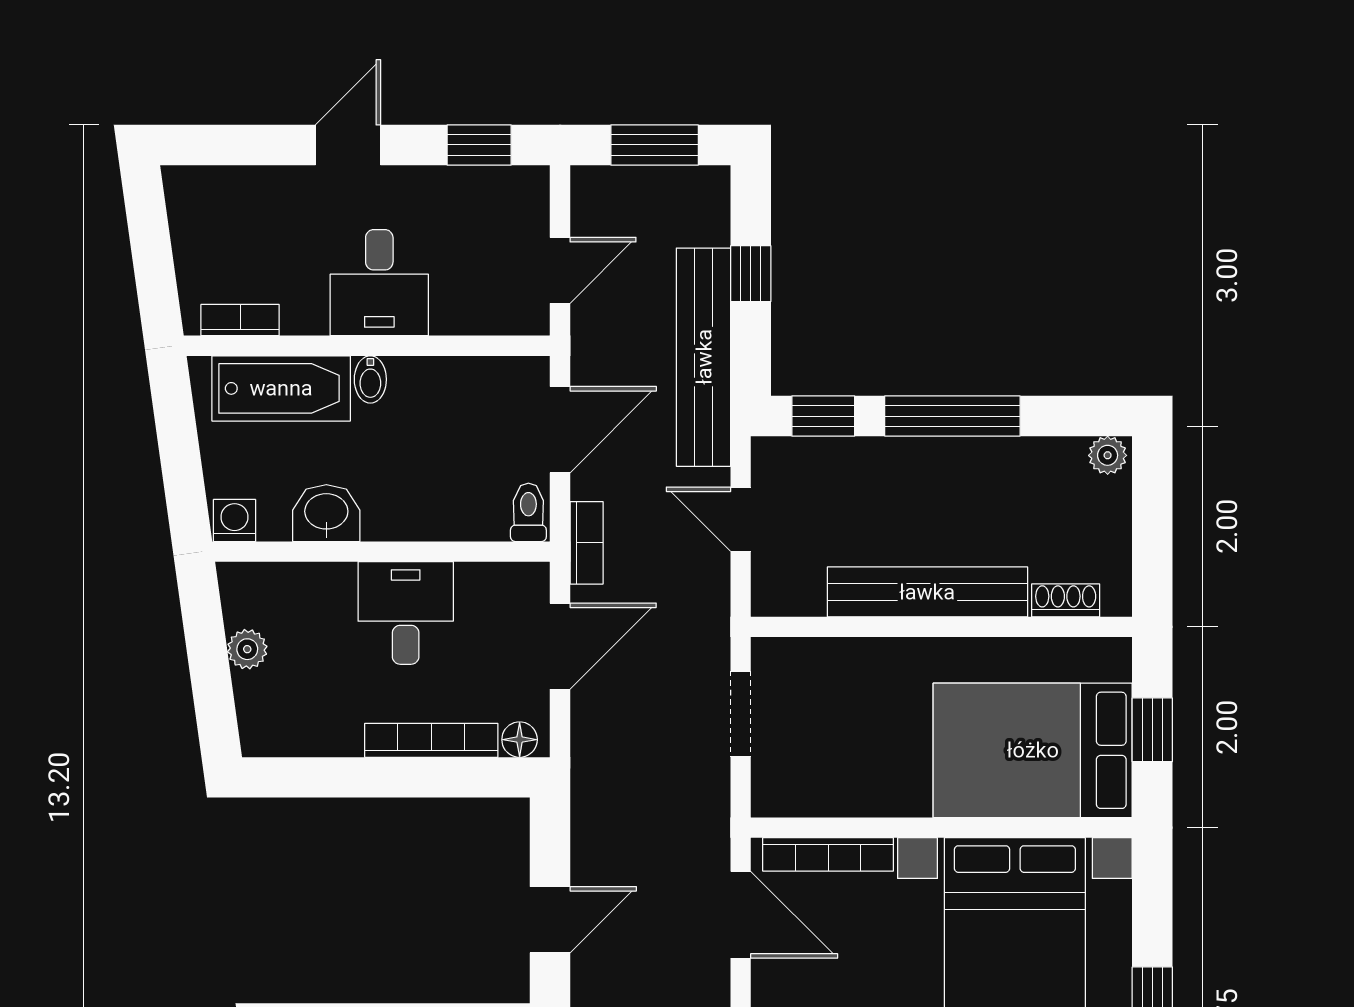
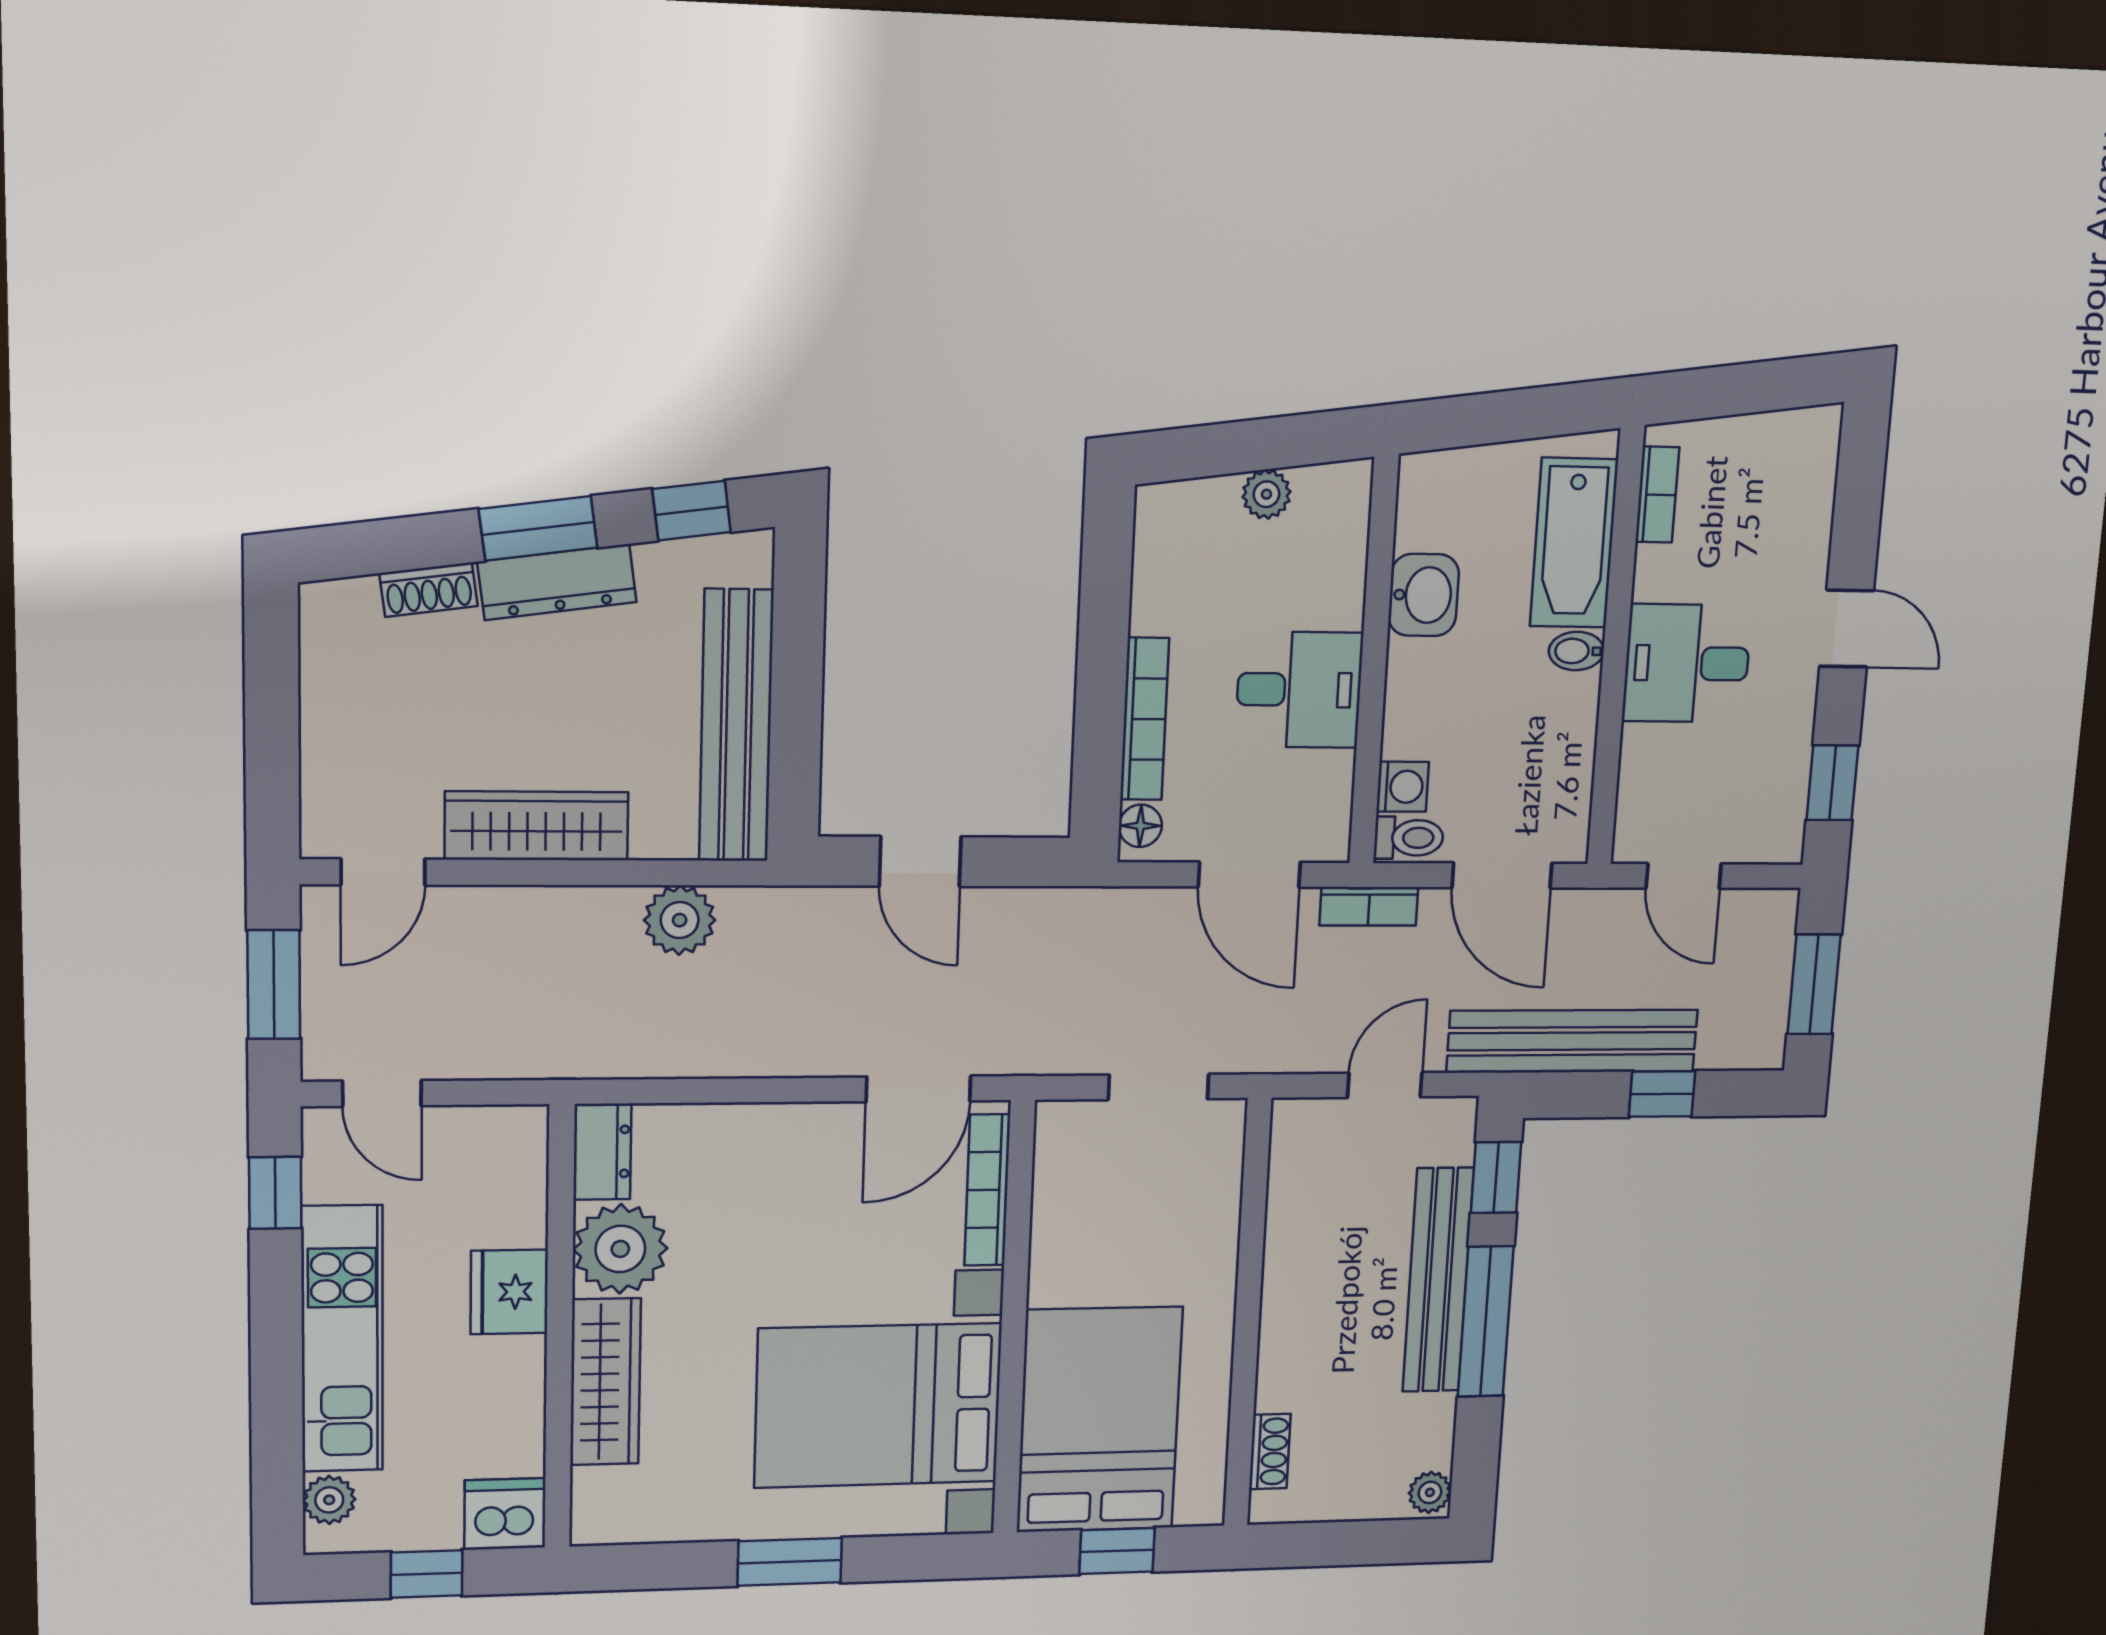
washing machine: (234, 520) -> (1403, 787), moved
bench: (927, 592) -> (1438, 1280), moved

